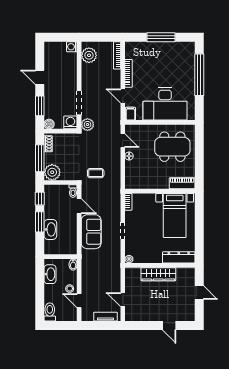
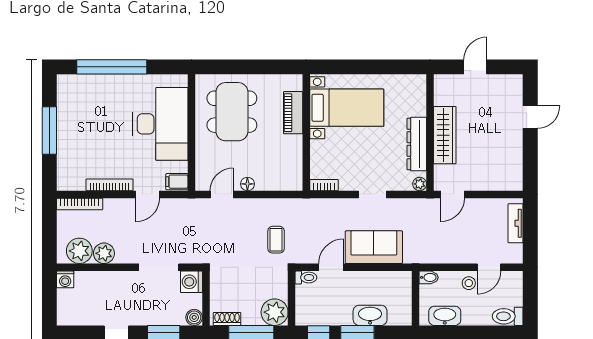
plant: (88, 125) -> (104, 253), moved
piano: (182, 183) -> (293, 113), moved
dresser: (179, 257) -> (417, 144), moved
door: (123, 300) -> (453, 194), moved

